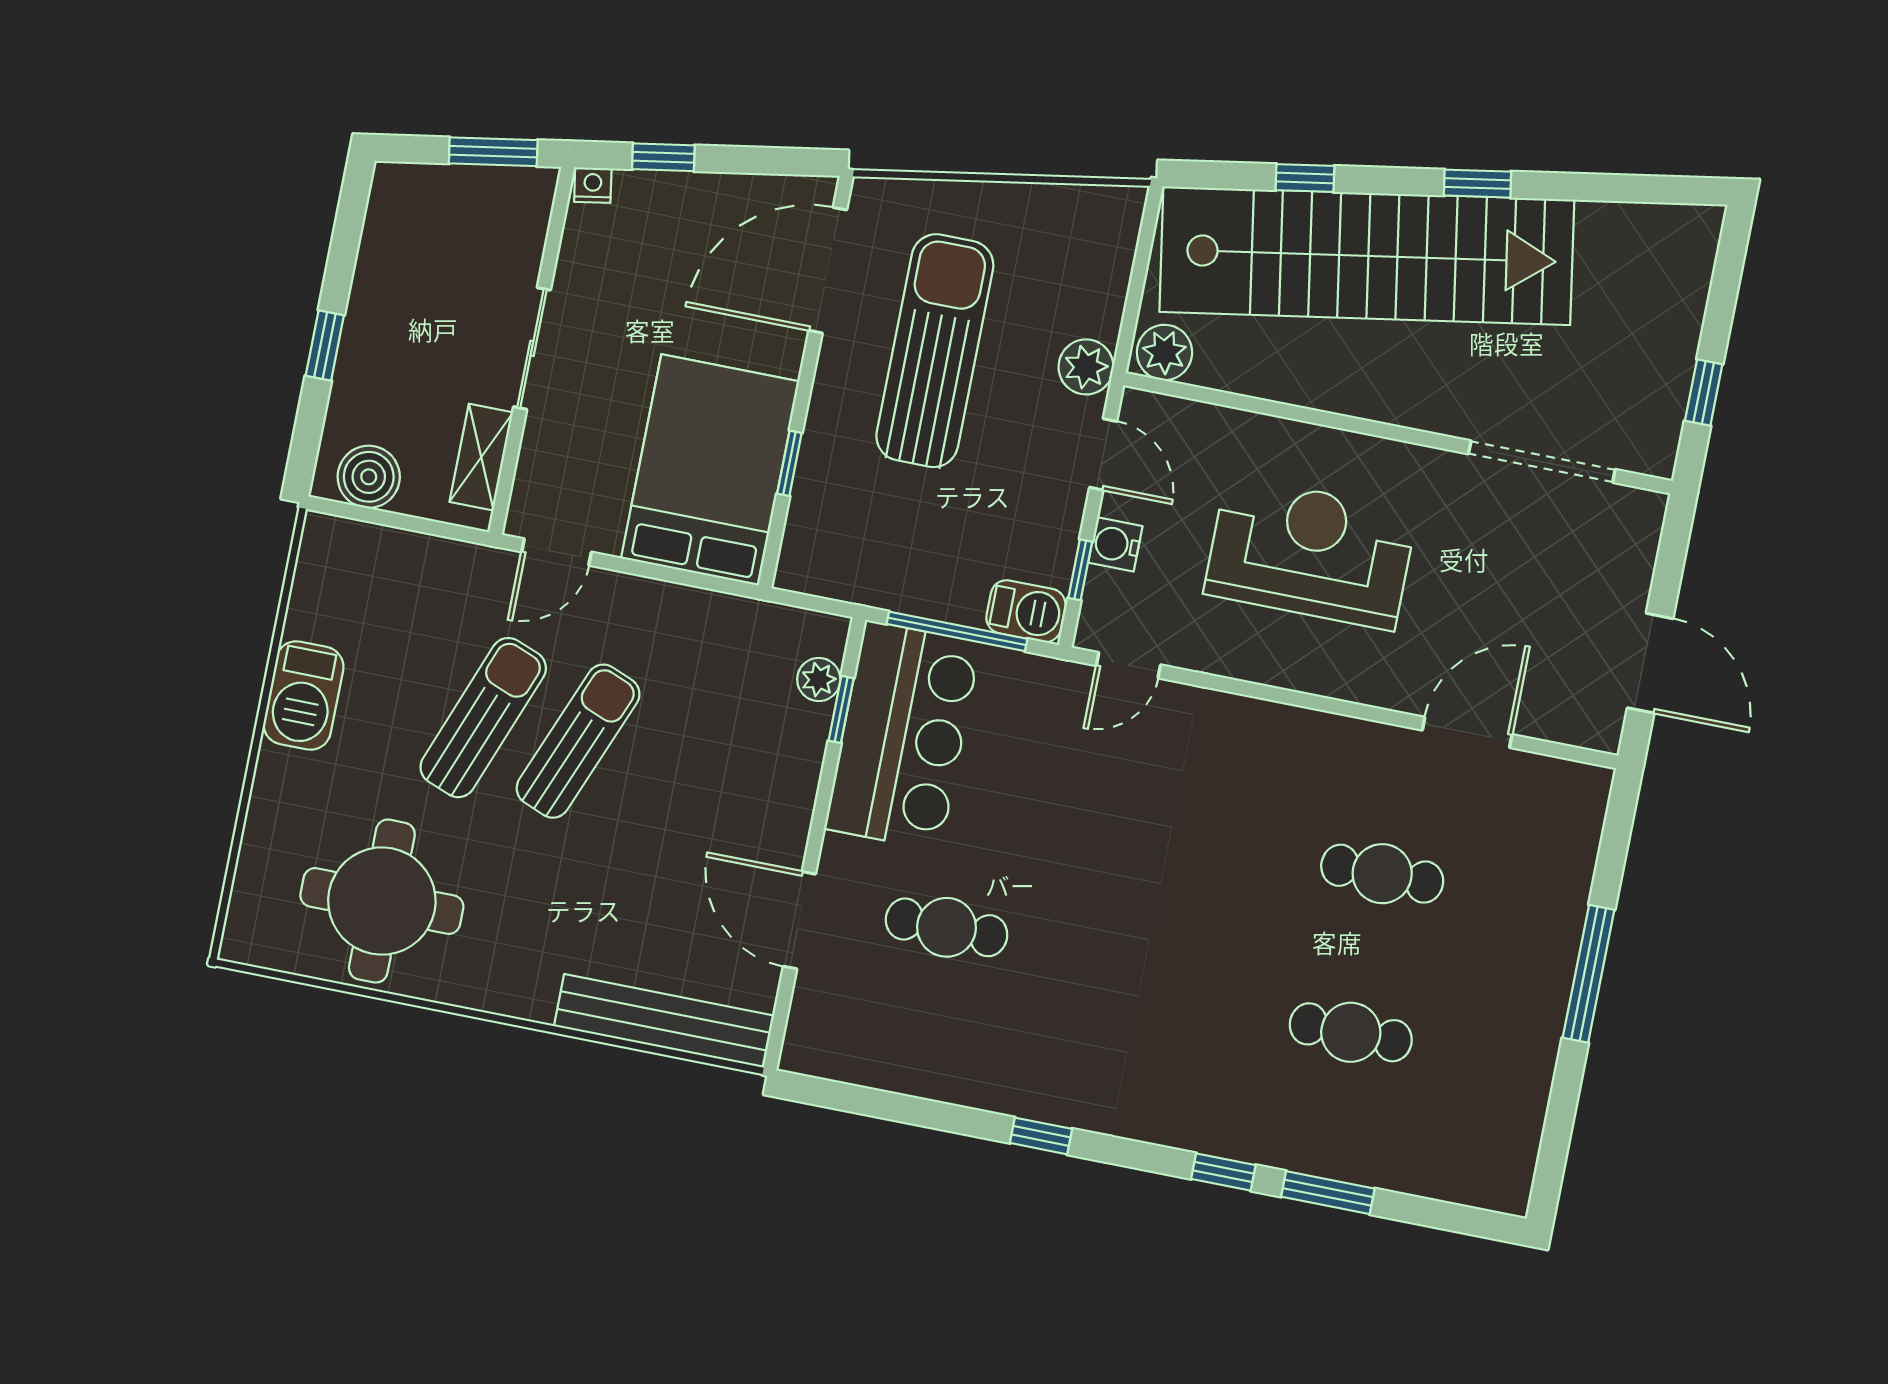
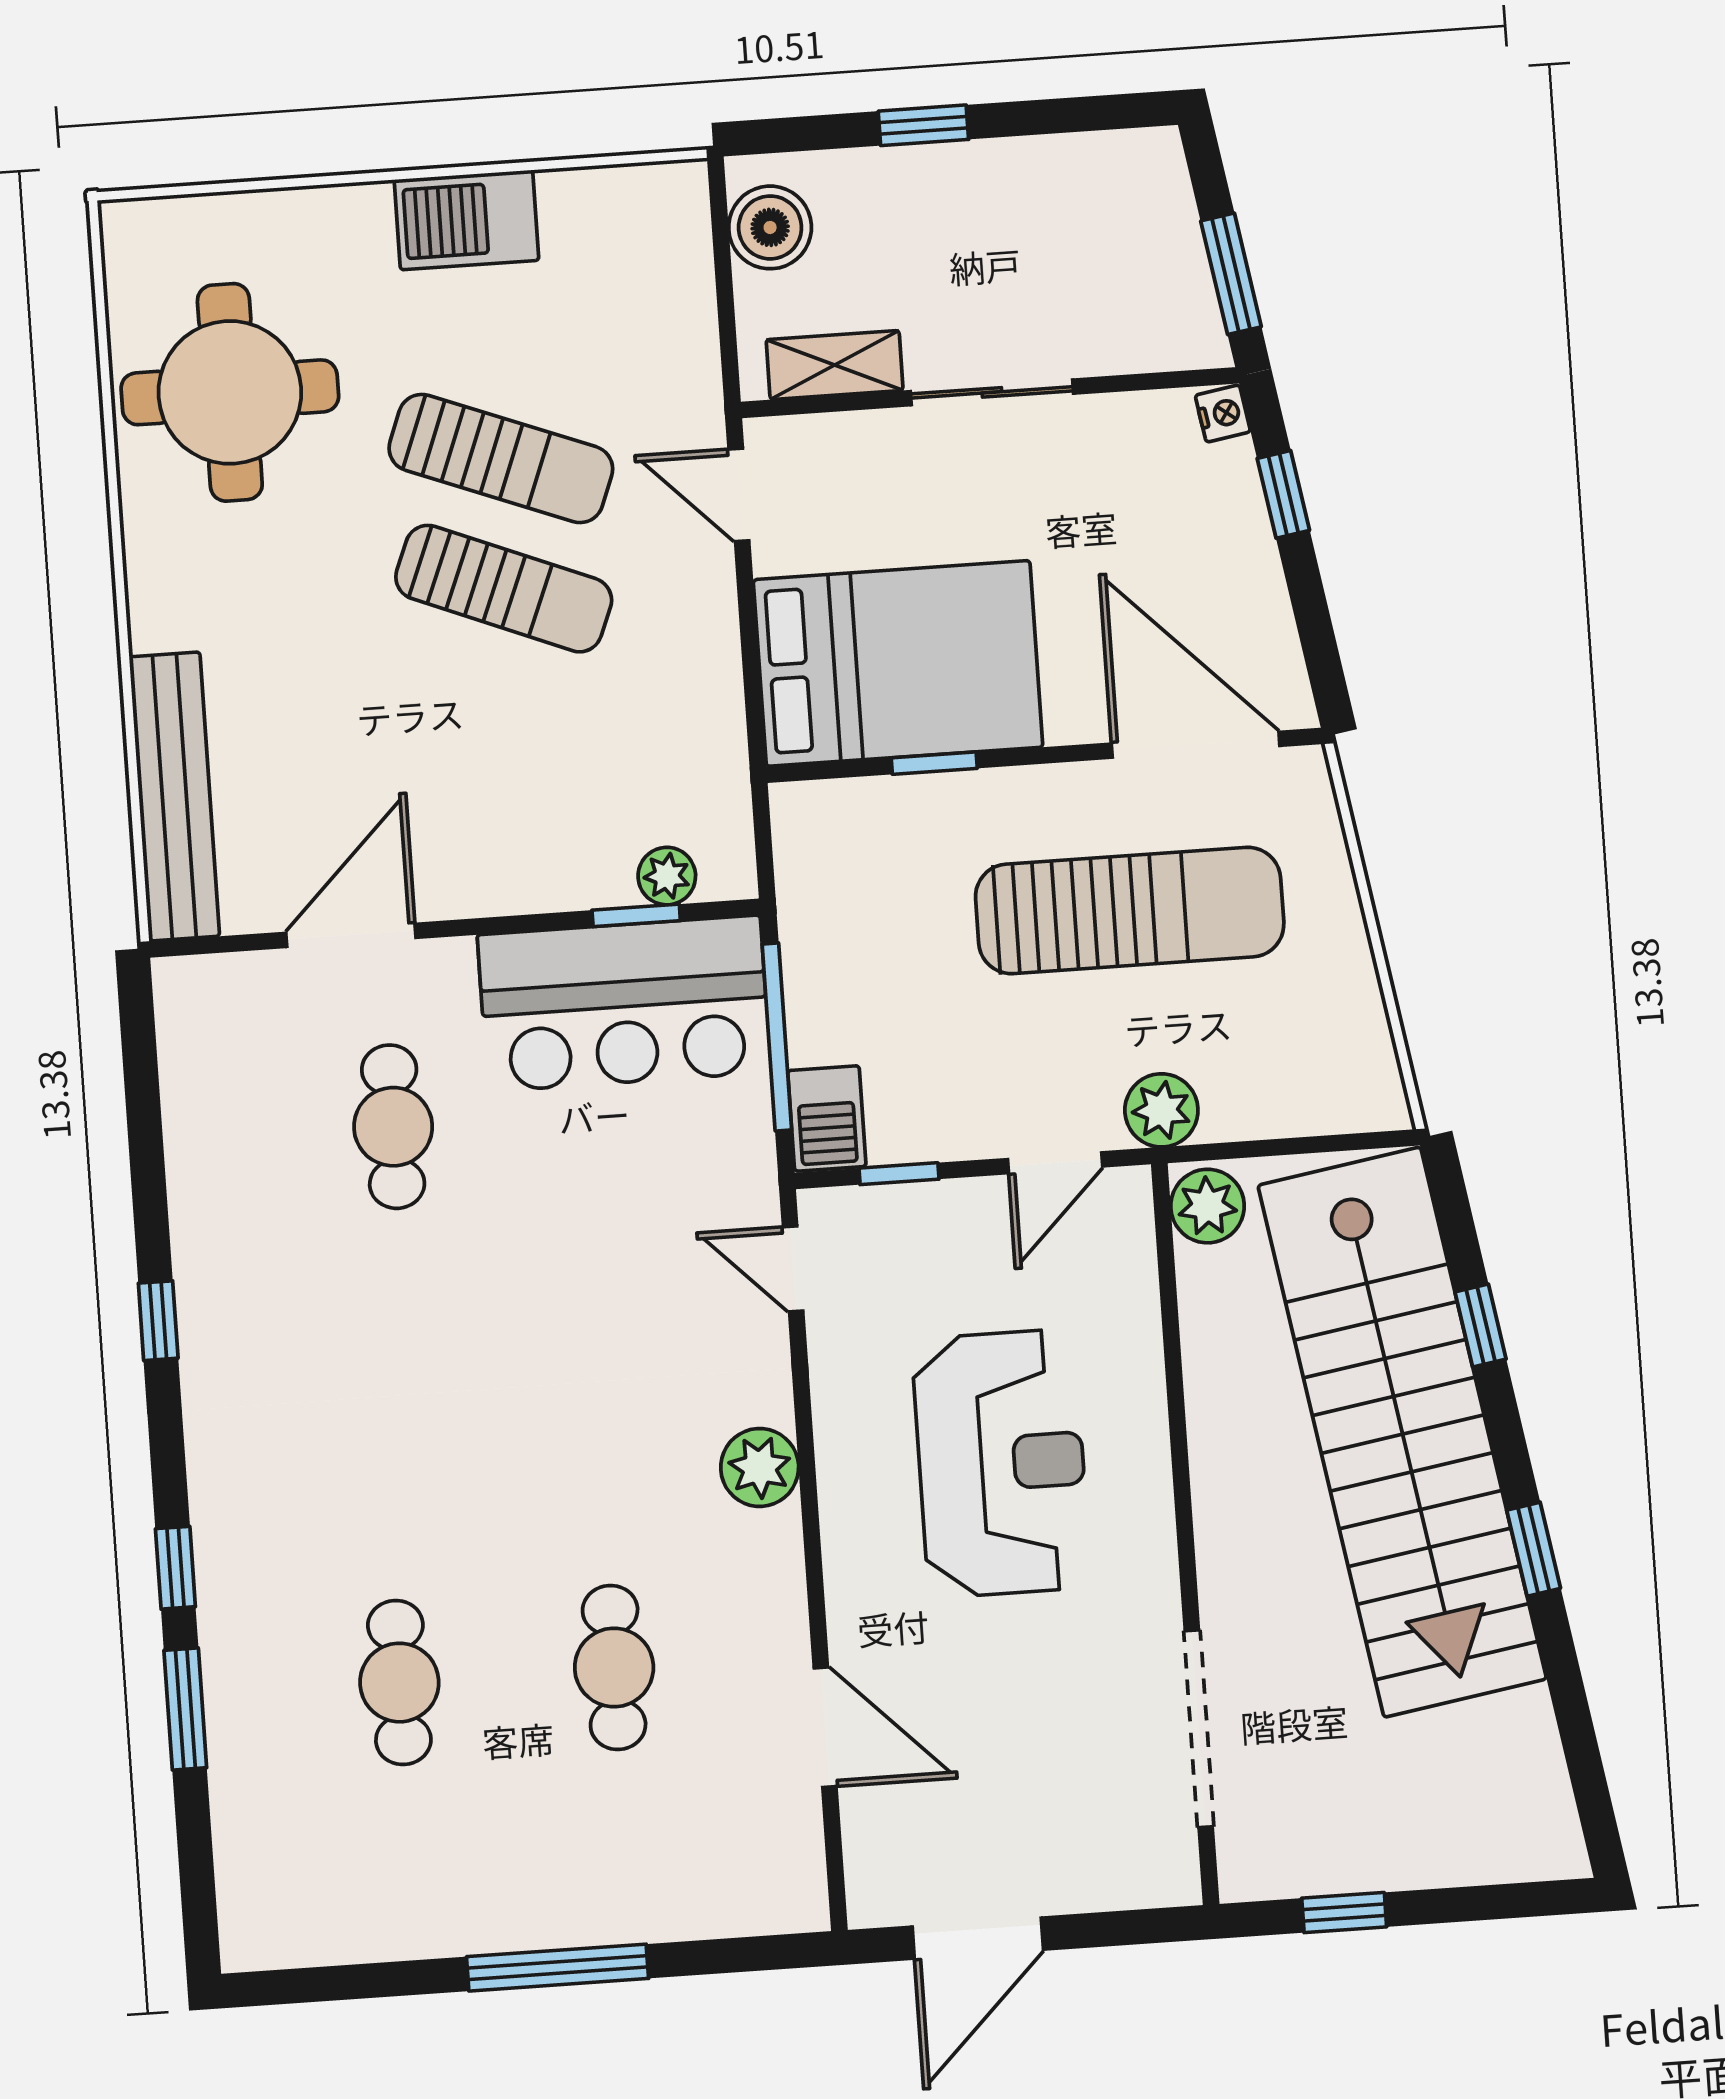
water cooler: (1115, 544) -> (944, 1210), removed
plant: (1266, 729) -> (760, 1467), added

